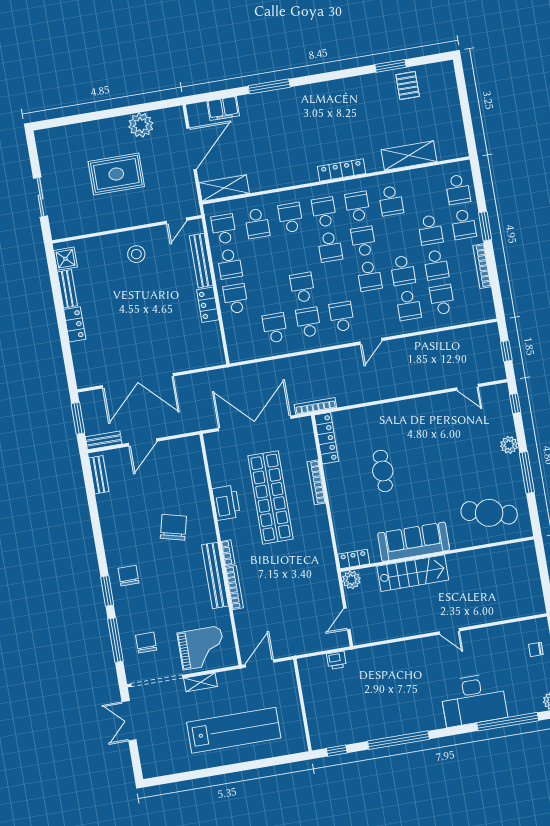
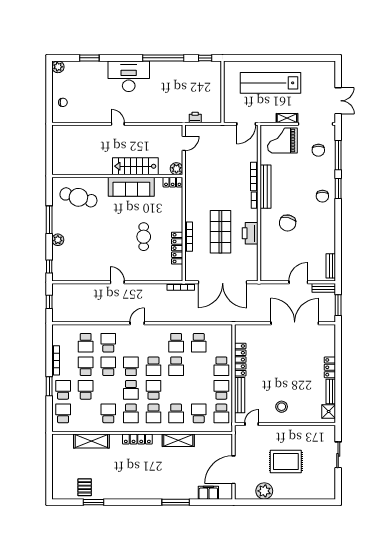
shelving: (224, 188) -> (178, 440), moved
locker: (208, 305) -> (240, 360), width x1.53
school desk: (342, 317) -> (153, 366), moved
door: (467, 387) -> (117, 282), moved
locker: (326, 438) -> (177, 248), moved
shop shelf: (270, 497) -> (220, 232), width x0.71
desk: (474, 700) -> (129, 76), moved
window: (508, 722) -> (89, 58), width x0.47

